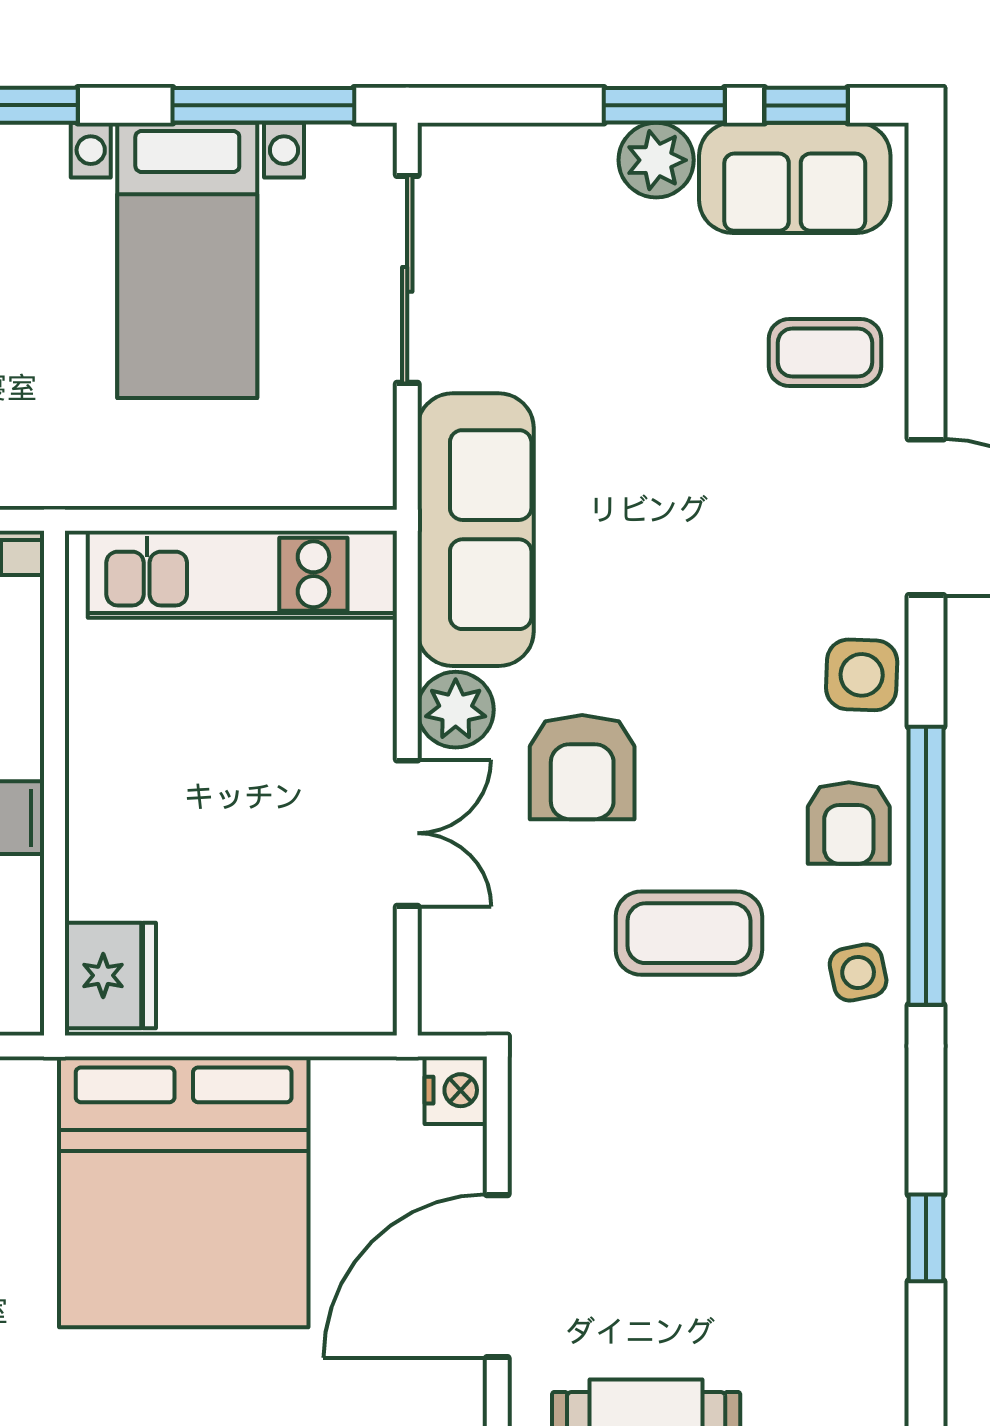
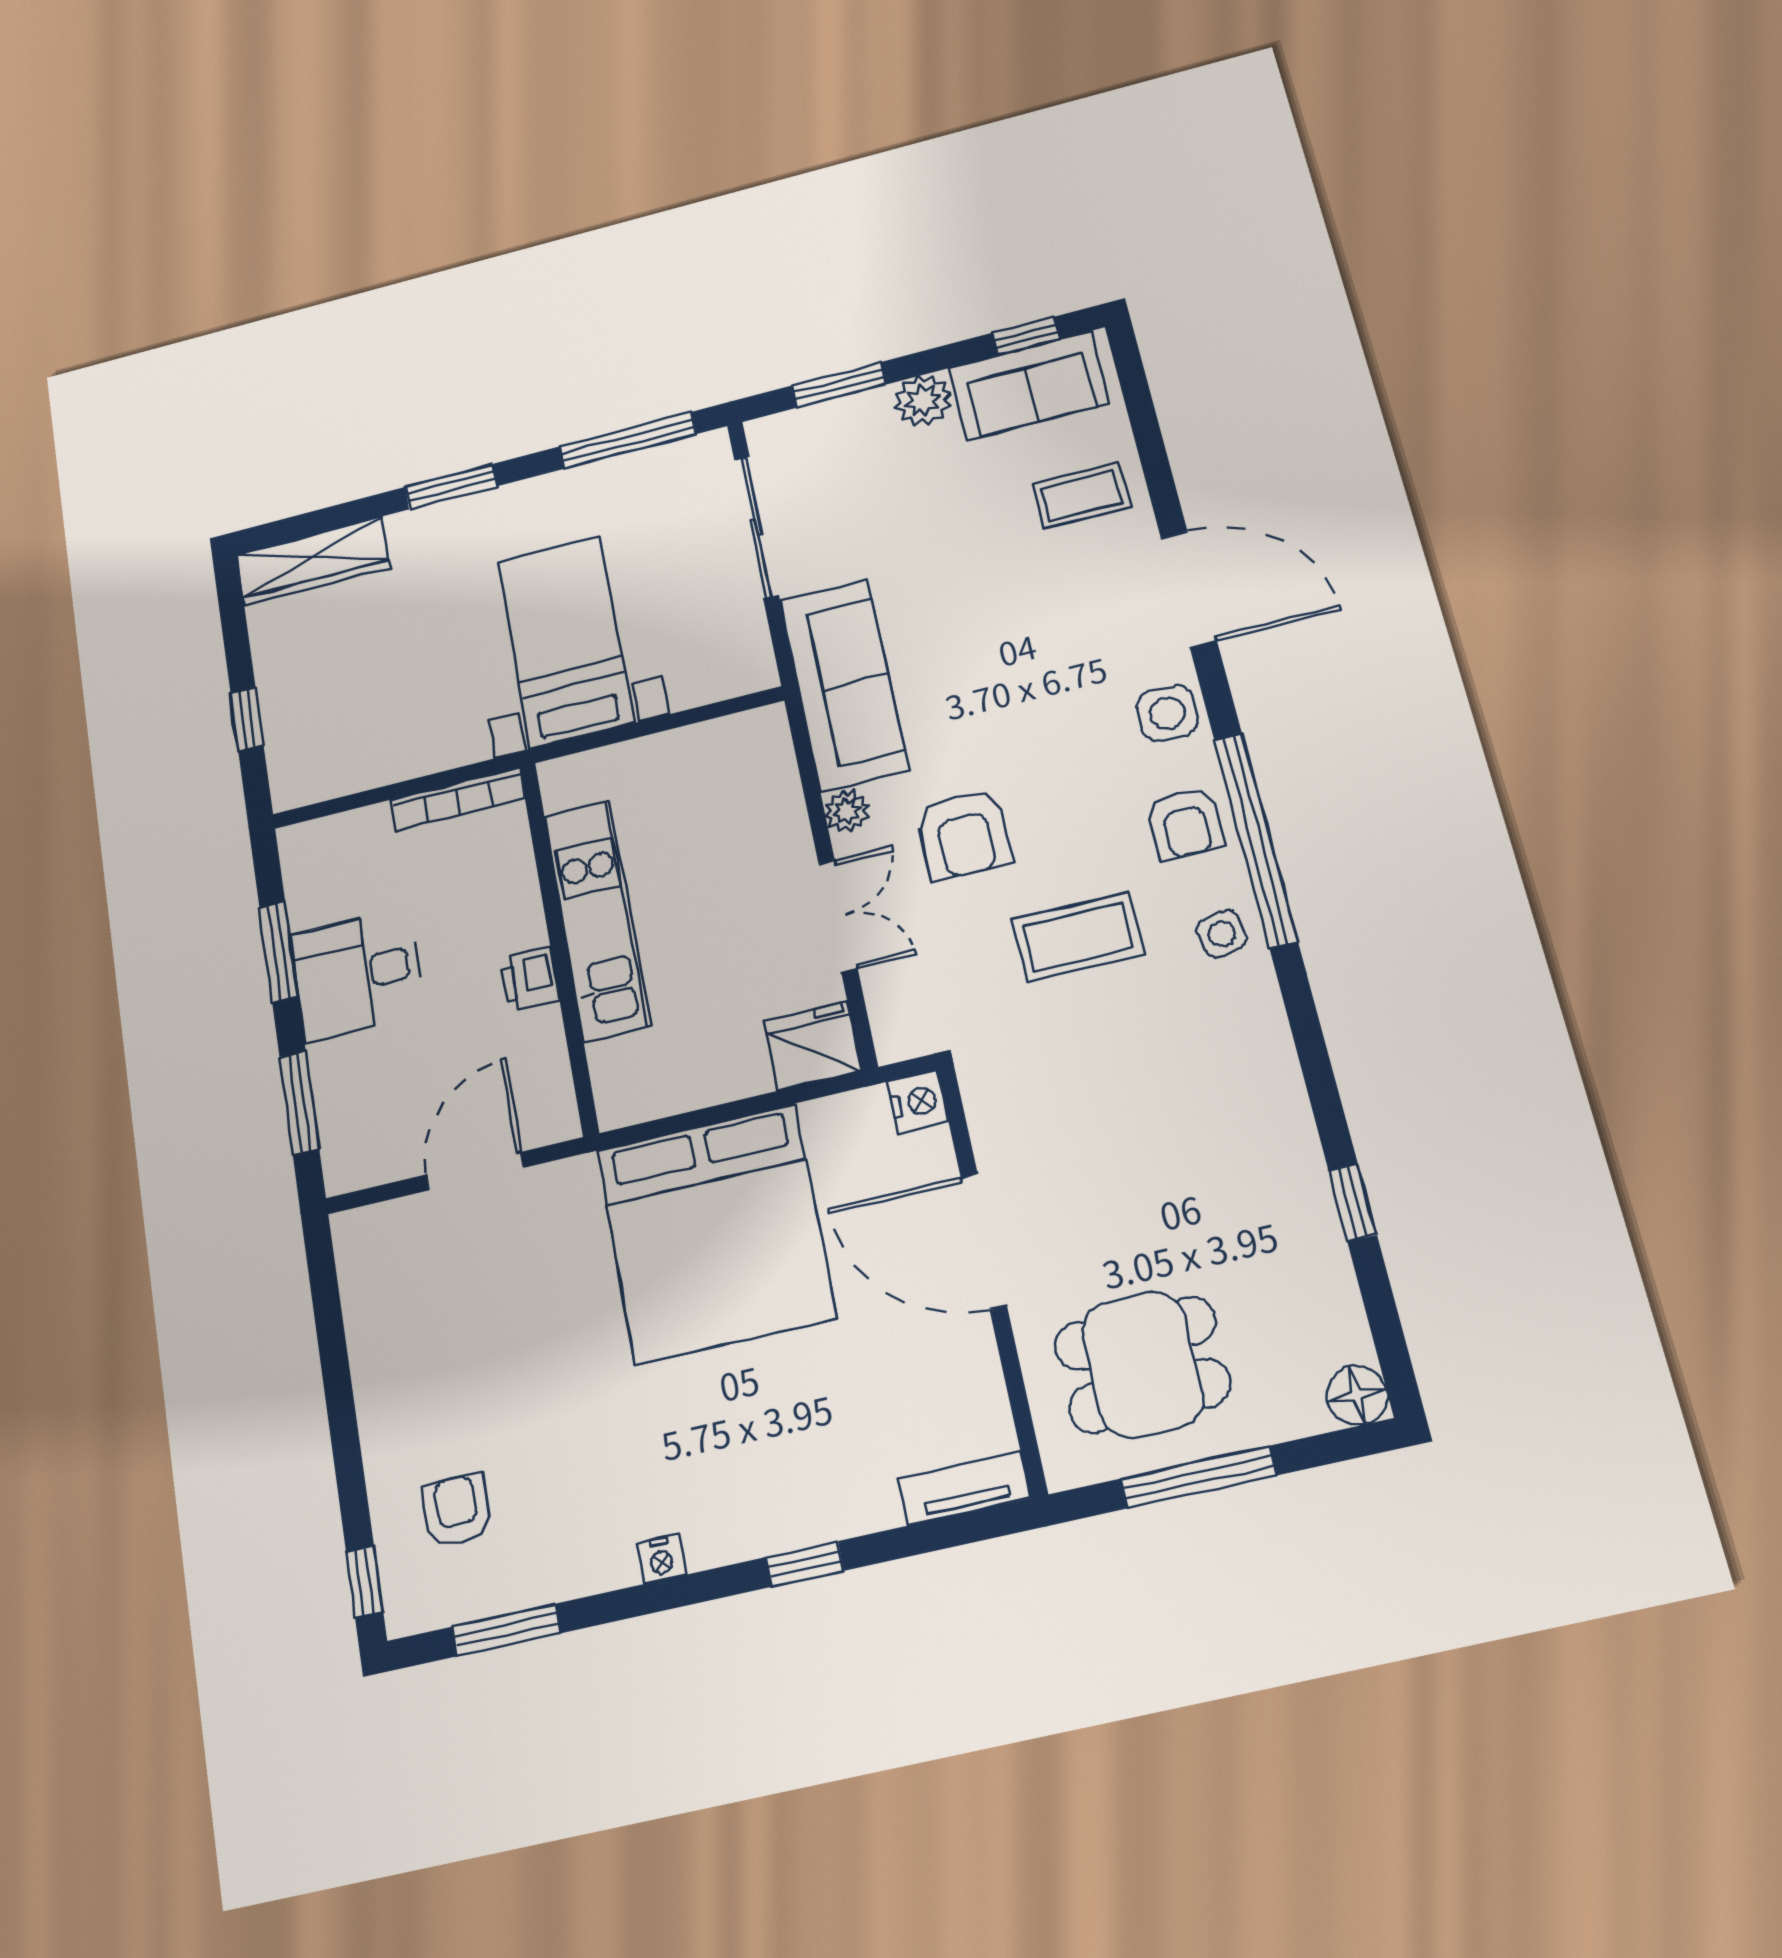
window: (664, 105) -> (839, 385), moved
bed with nightstands: (187, 260) -> (565, 642), moved, turned 180
kitchen unit: (242, 574) -> (597, 920), moved, turned -90
plant: (456, 710) -> (847, 811), width x0.73, depth x0.73
fridge: (110, 975) -> (813, 1046), moved, turned -90
window: (926, 1238) -> (1353, 1203), moved
door: (497, 1276) -> (984, 1241), hinge flipped

